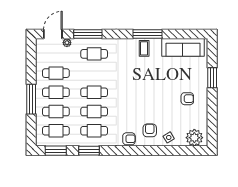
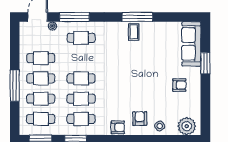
sofa: (183, 47) -> (191, 44), moved, turned 90

